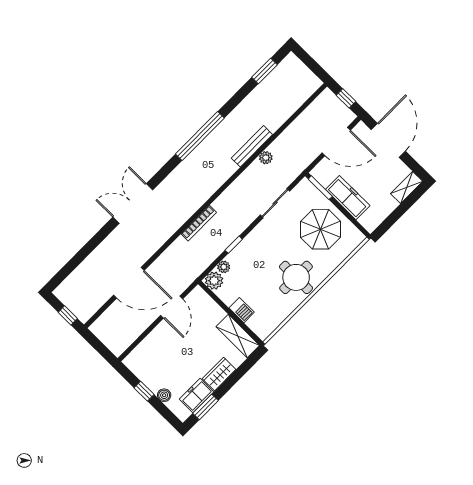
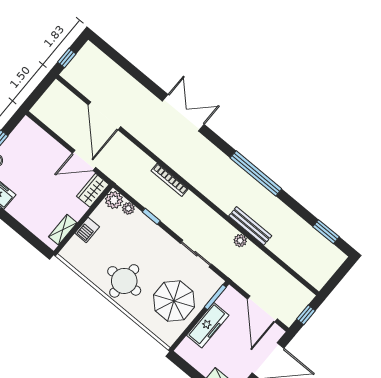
shelving: (238, 336) -> (63, 230), width x0.67, depth x0.75
wardrobe: (219, 374) -> (93, 190), moved, turned -90

